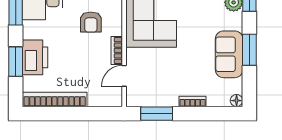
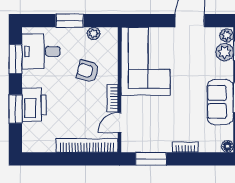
armchair: (91, 22) -> (88, 71), turned 105
bookcase: (55, 100) -> (87, 145), moved

